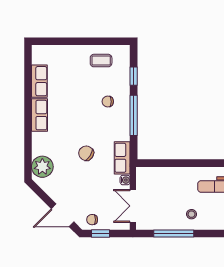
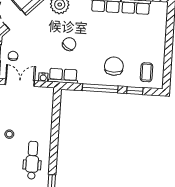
coffee table: (101, 61) -> (147, 72), moved
chair: (108, 102) -> (114, 66), width x1.87, depth x1.87
chair: (92, 220) -> (13, 56), moved

